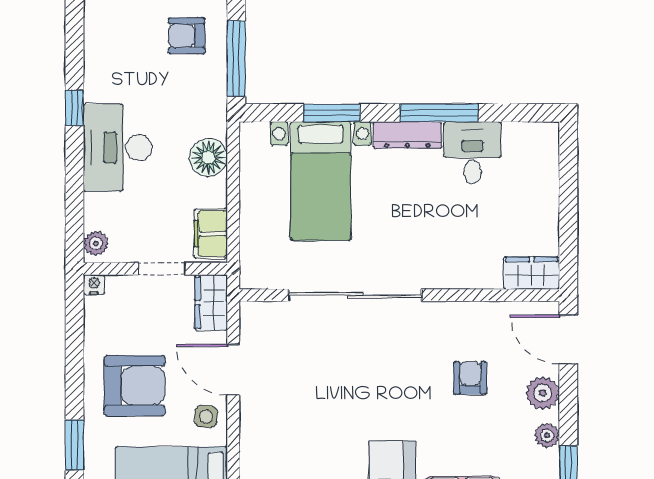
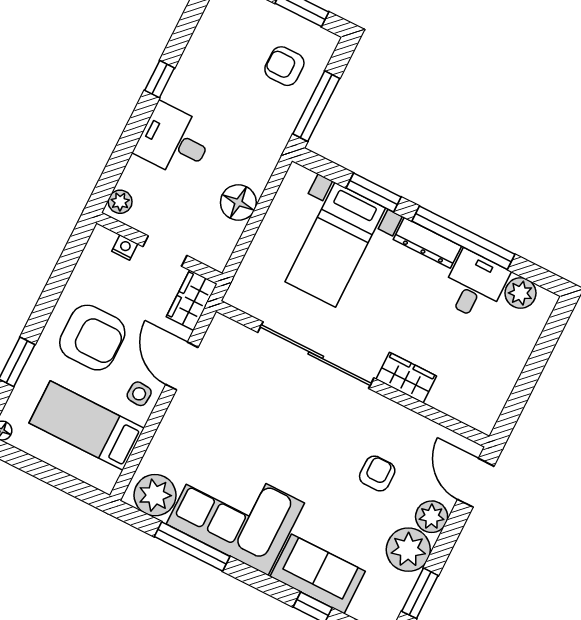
window: (439, 113) -> (463, 238), width x1.46
plant: (520, 138) -> (520, 293), added
desk: (118, 148) -> (174, 141), width x0.73
floor lamp: (208, 158) -> (238, 202), moved
filing cabinet: (211, 234) -> (221, 242), removed
wardrobe: (531, 273) -> (406, 378), moved
nightstand: (94, 285) -> (125, 248), moved
plant: (547, 435) -> (408, 550), width x1.88, depth x1.88

